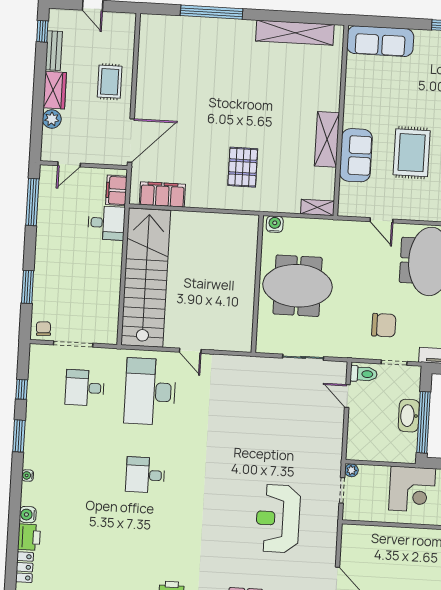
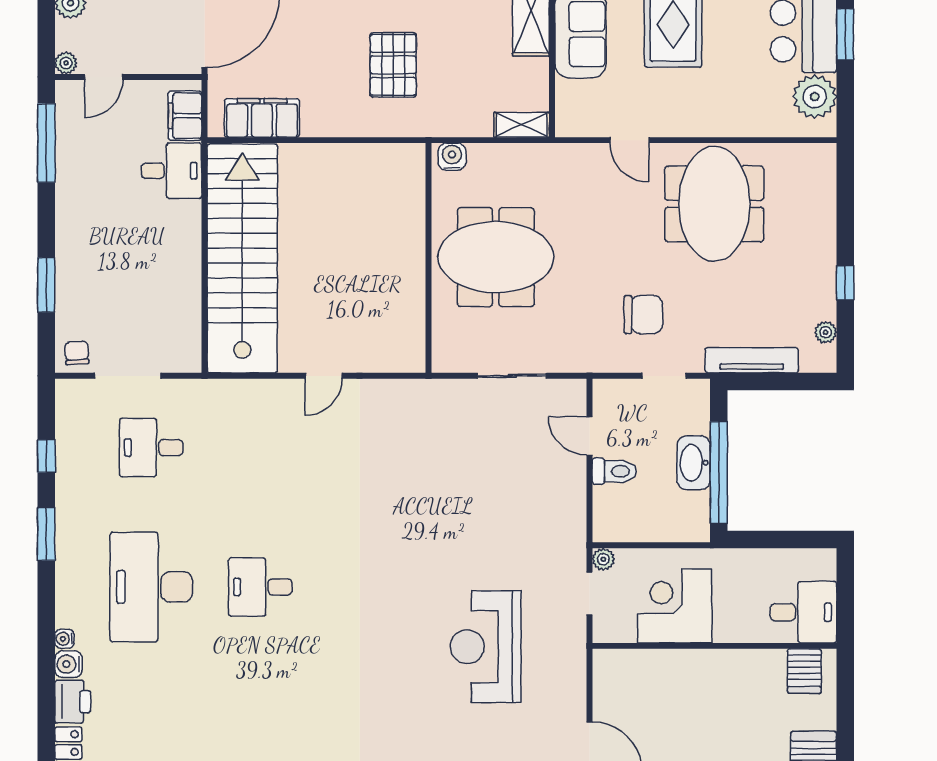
plant: (47, 155) -> (66, 63), added
door: (190, 351) -> (324, 376), hinge flipped
toilet: (364, 374) -> (614, 471), moved
desk: (150, 392) -> (151, 587), moved
water cooler: (28, 475) -> (64, 639), moved
corner desk: (412, 489) -> (675, 606), moved, turned 180

